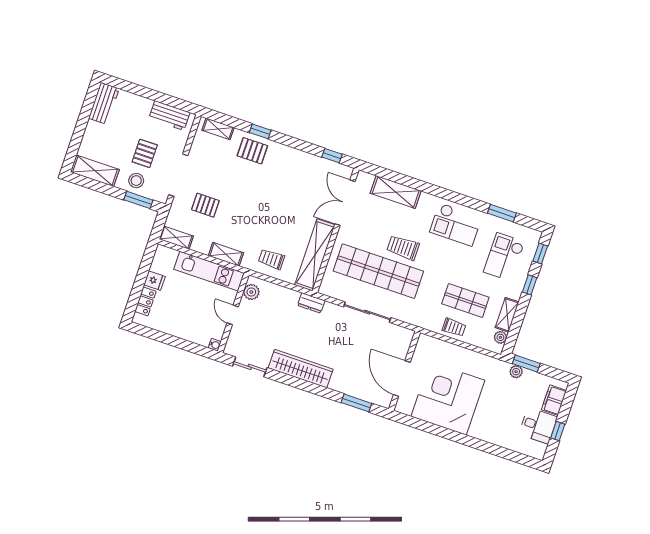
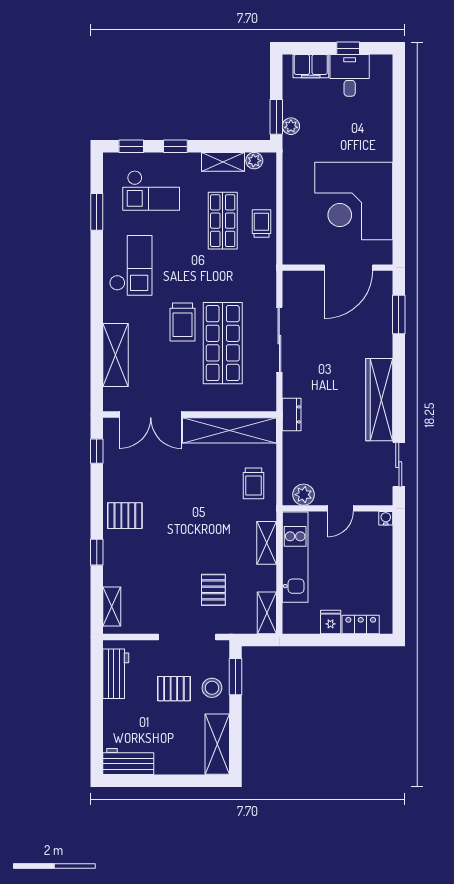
pallet: (252, 151) -> (125, 516), moved, turned 90
shop shelf: (378, 271) -> (223, 343), width x0.71

